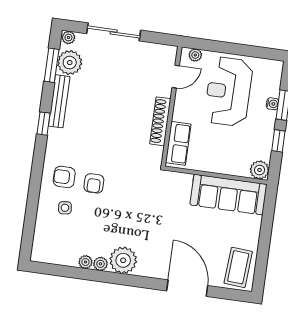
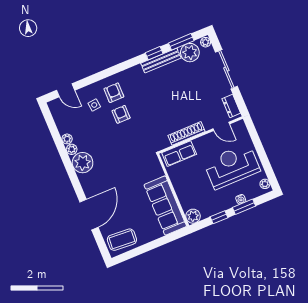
dresser: (159, 51) -> (231, 106), added
plant: (195, 55) -> (265, 184), moved
window: (43, 124) -> (154, 53), moved
armchair: (94, 183) -> (121, 114), turned 90
door: (29, 231) -> (66, 90), added

